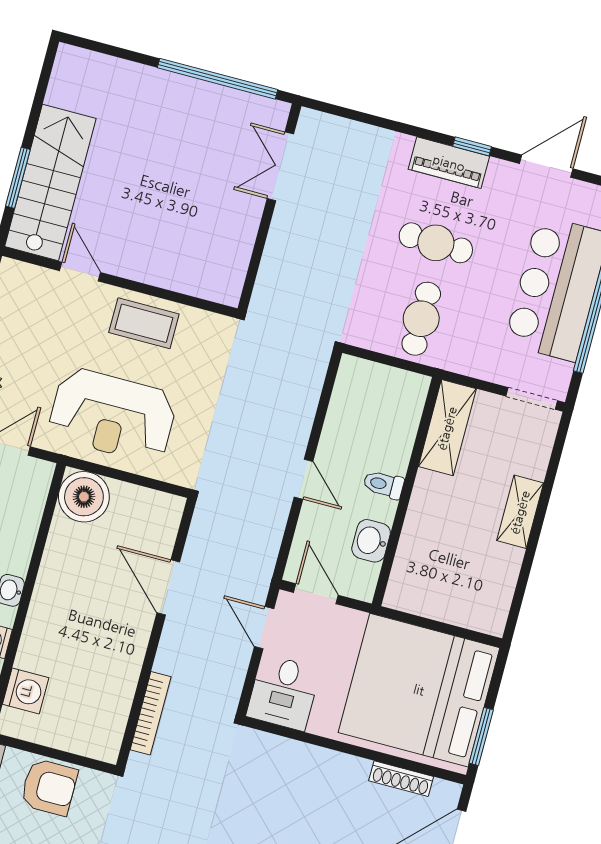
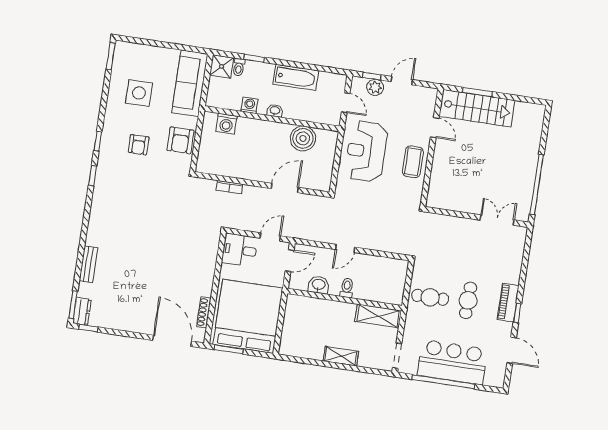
door: (80, 272) -> (435, 128), hinge flipped
boiler: (84, 497) -> (303, 138), moved
bookcase: (151, 713) -> (229, 187), width x0.64

